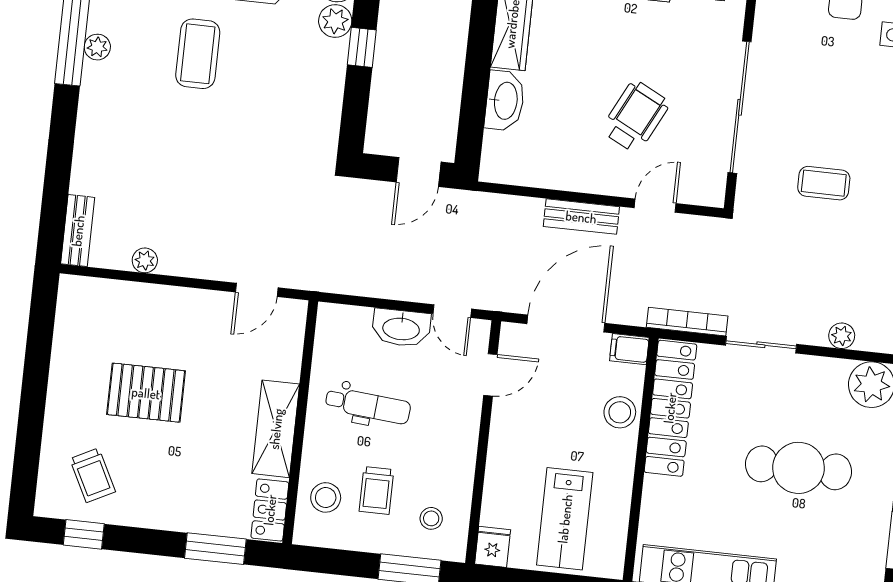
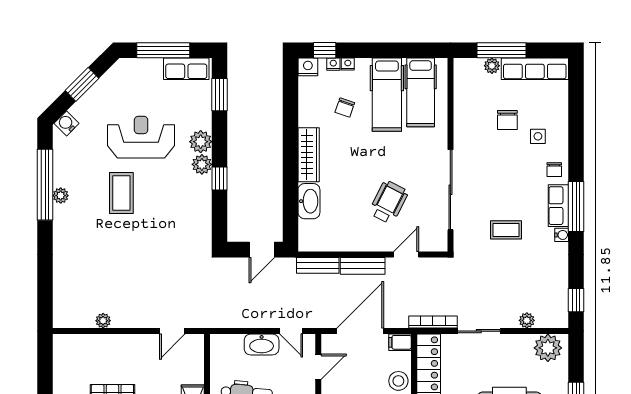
bench: (78, 231) -> (318, 265), moved, turned 90

